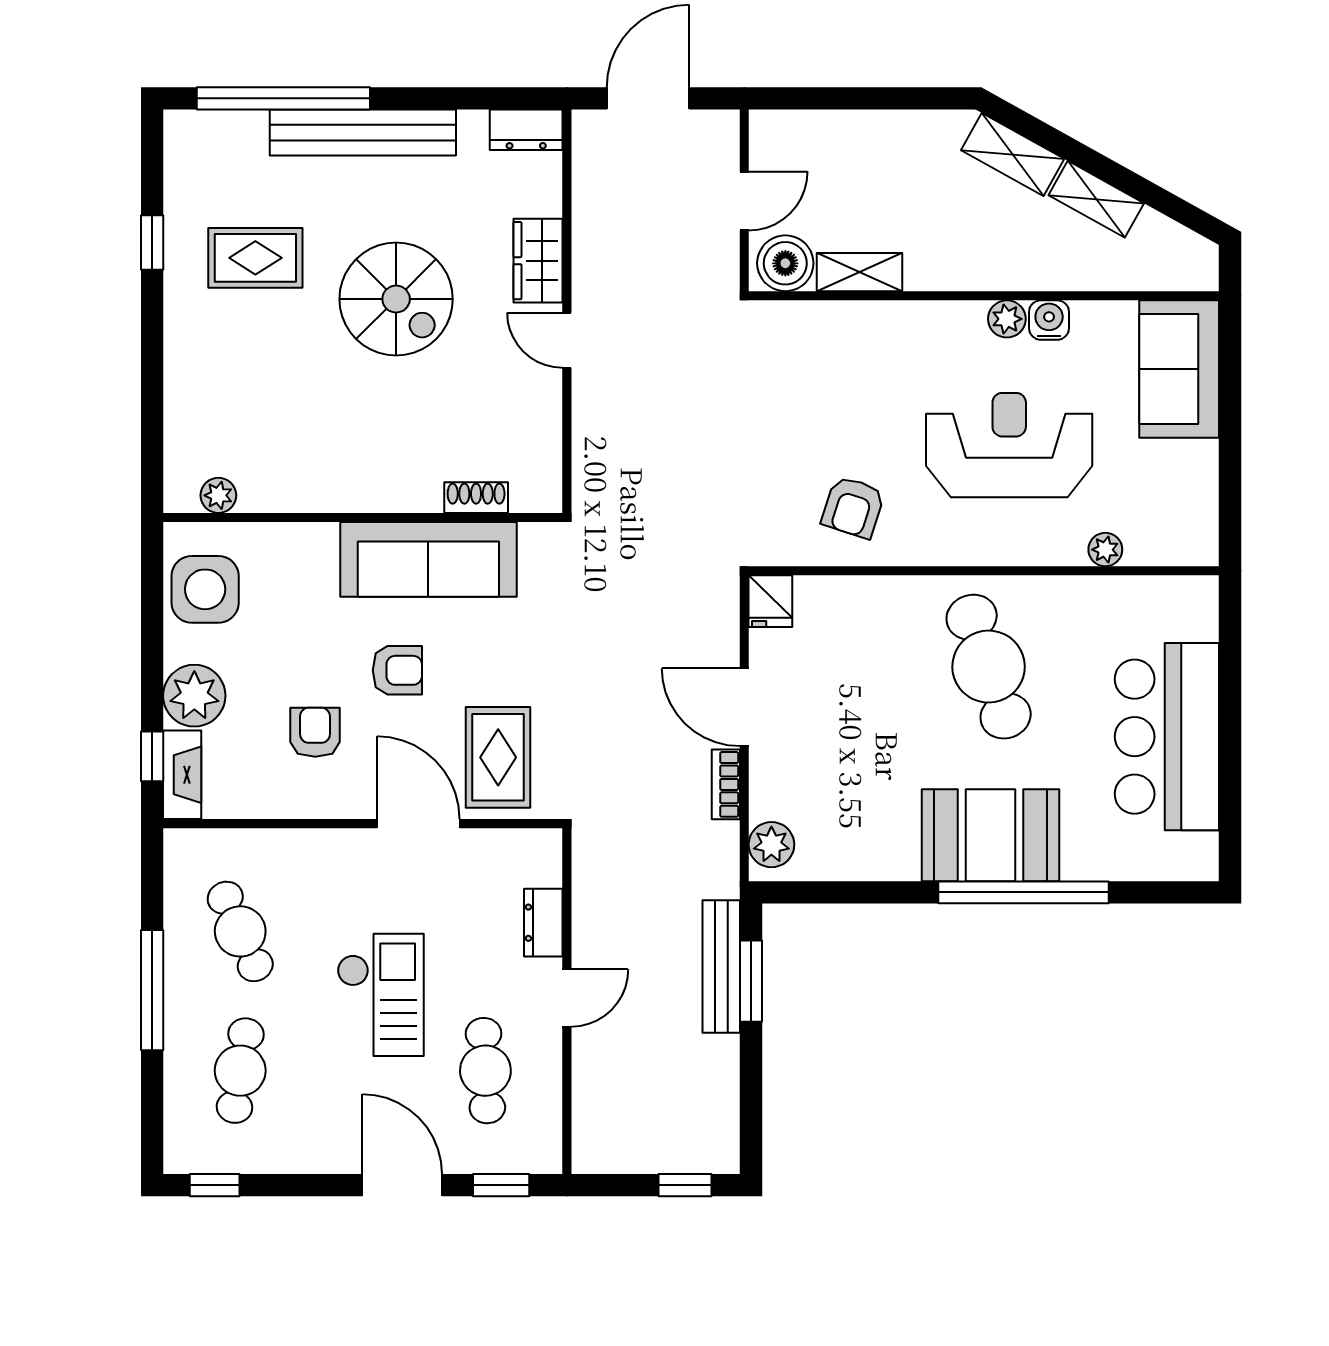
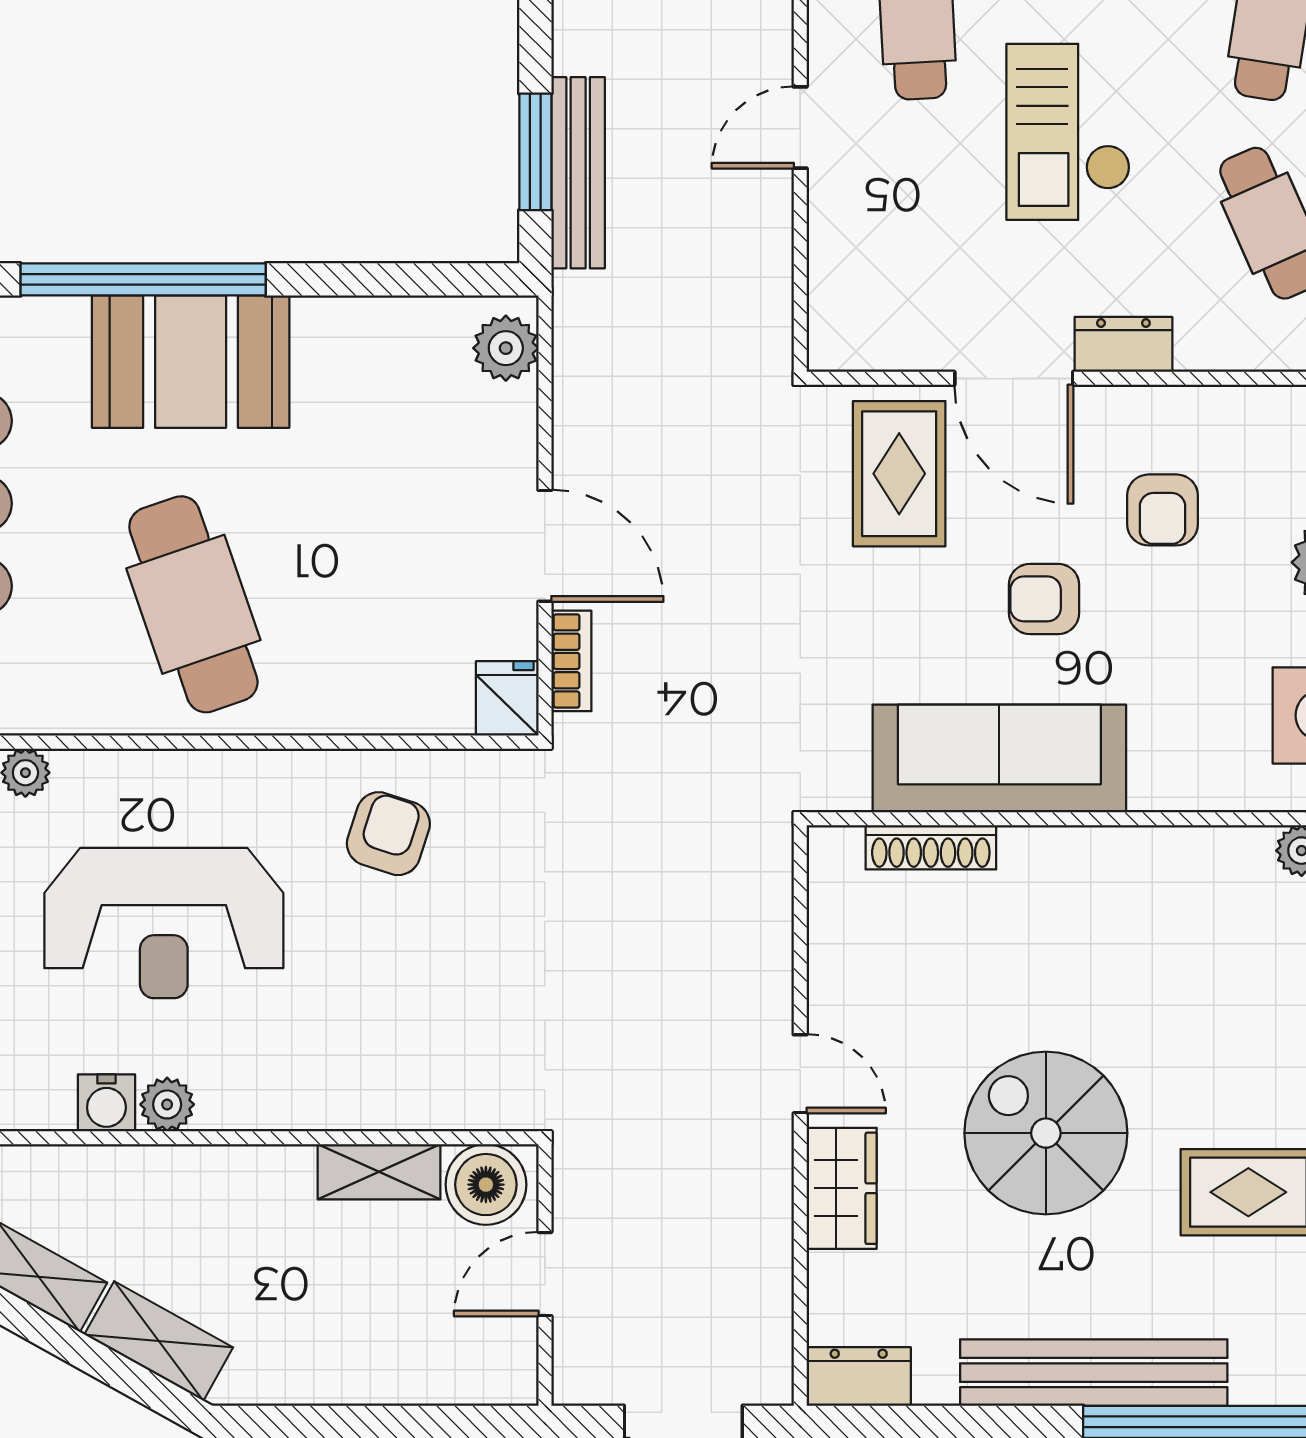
shoe rack: (476, 498) -> (931, 847), width x1.43
bookcase: (726, 784) -> (571, 661), moved
dresser: (543, 923) -> (1123, 344), moved, turned -90

